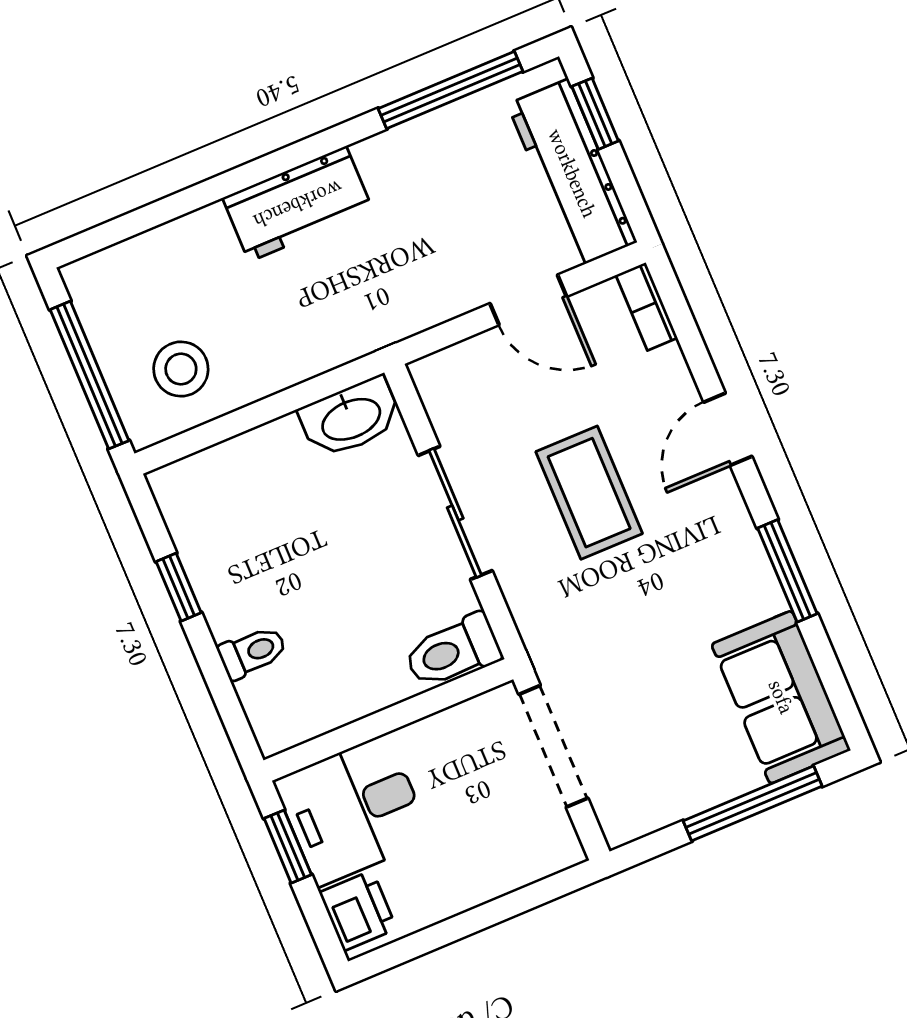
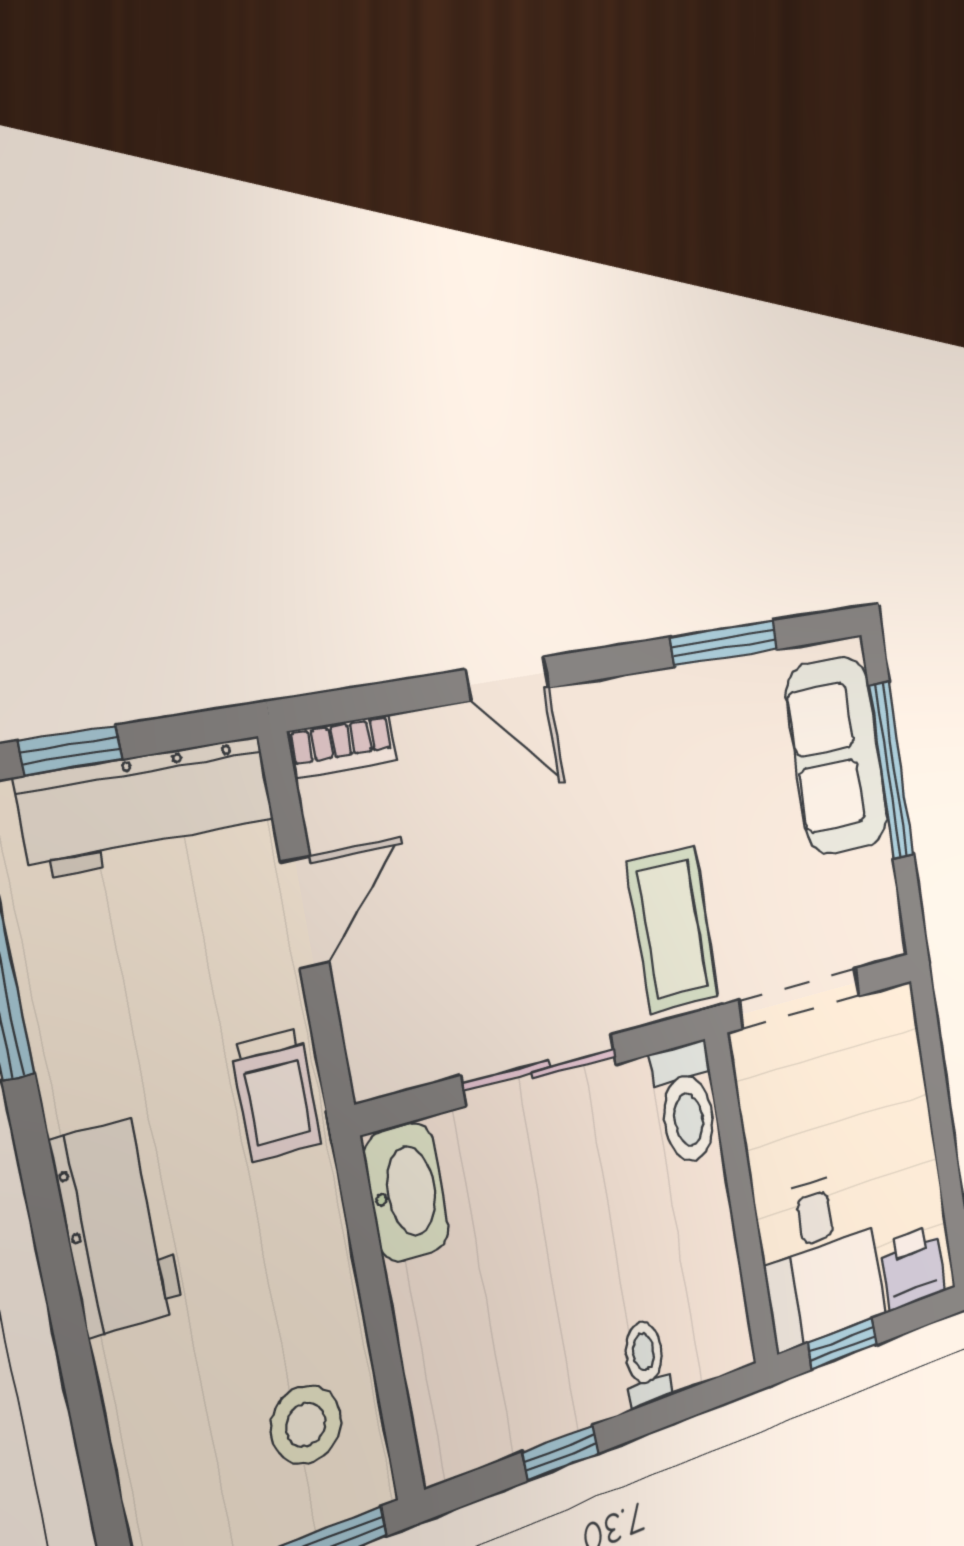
trolley: (402, 303) -> (276, 1095), added
coffee table: (589, 493) -> (673, 929), moved, turned 90
window: (787, 571) -> (724, 643), moved
sofa: (781, 697) -> (837, 756), moved, turned 90

